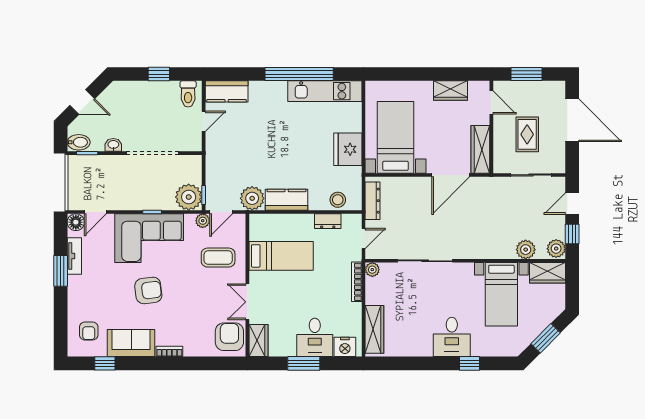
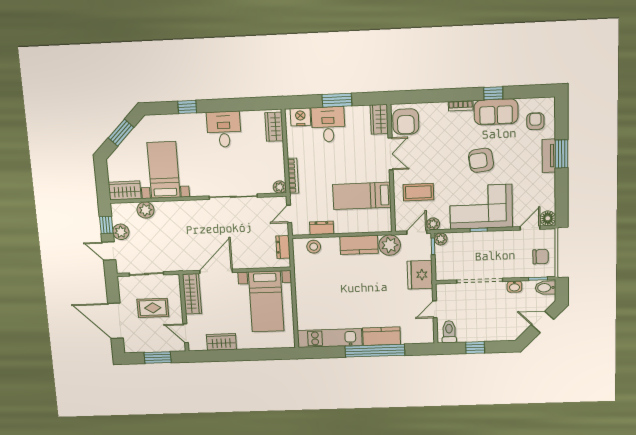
window: (299, 74) -> (375, 351), moved
kitchen counter: (227, 91) -> (382, 336), moved
rug: (527, 134) -> (153, 308), turned 90
fridge: (348, 149) -> (420, 275), moved, turned 180
chair: (84, 179) -> (541, 257), added
plant: (189, 197) -> (441, 239), width x0.53, depth x0.53
dresser: (373, 201) -> (283, 247), width x0.70
door: (572, 204) -> (109, 251), swing flipped
plant: (556, 249) -> (121, 232), moved
tv unit: (74, 256) -> (549, 156), moved
window: (61, 271) -> (562, 154), moved
wardrobe: (374, 329) -> (274, 127), width x0.67
desk: (452, 337) -> (224, 129), moved
window: (105, 363) -> (493, 93), moved

